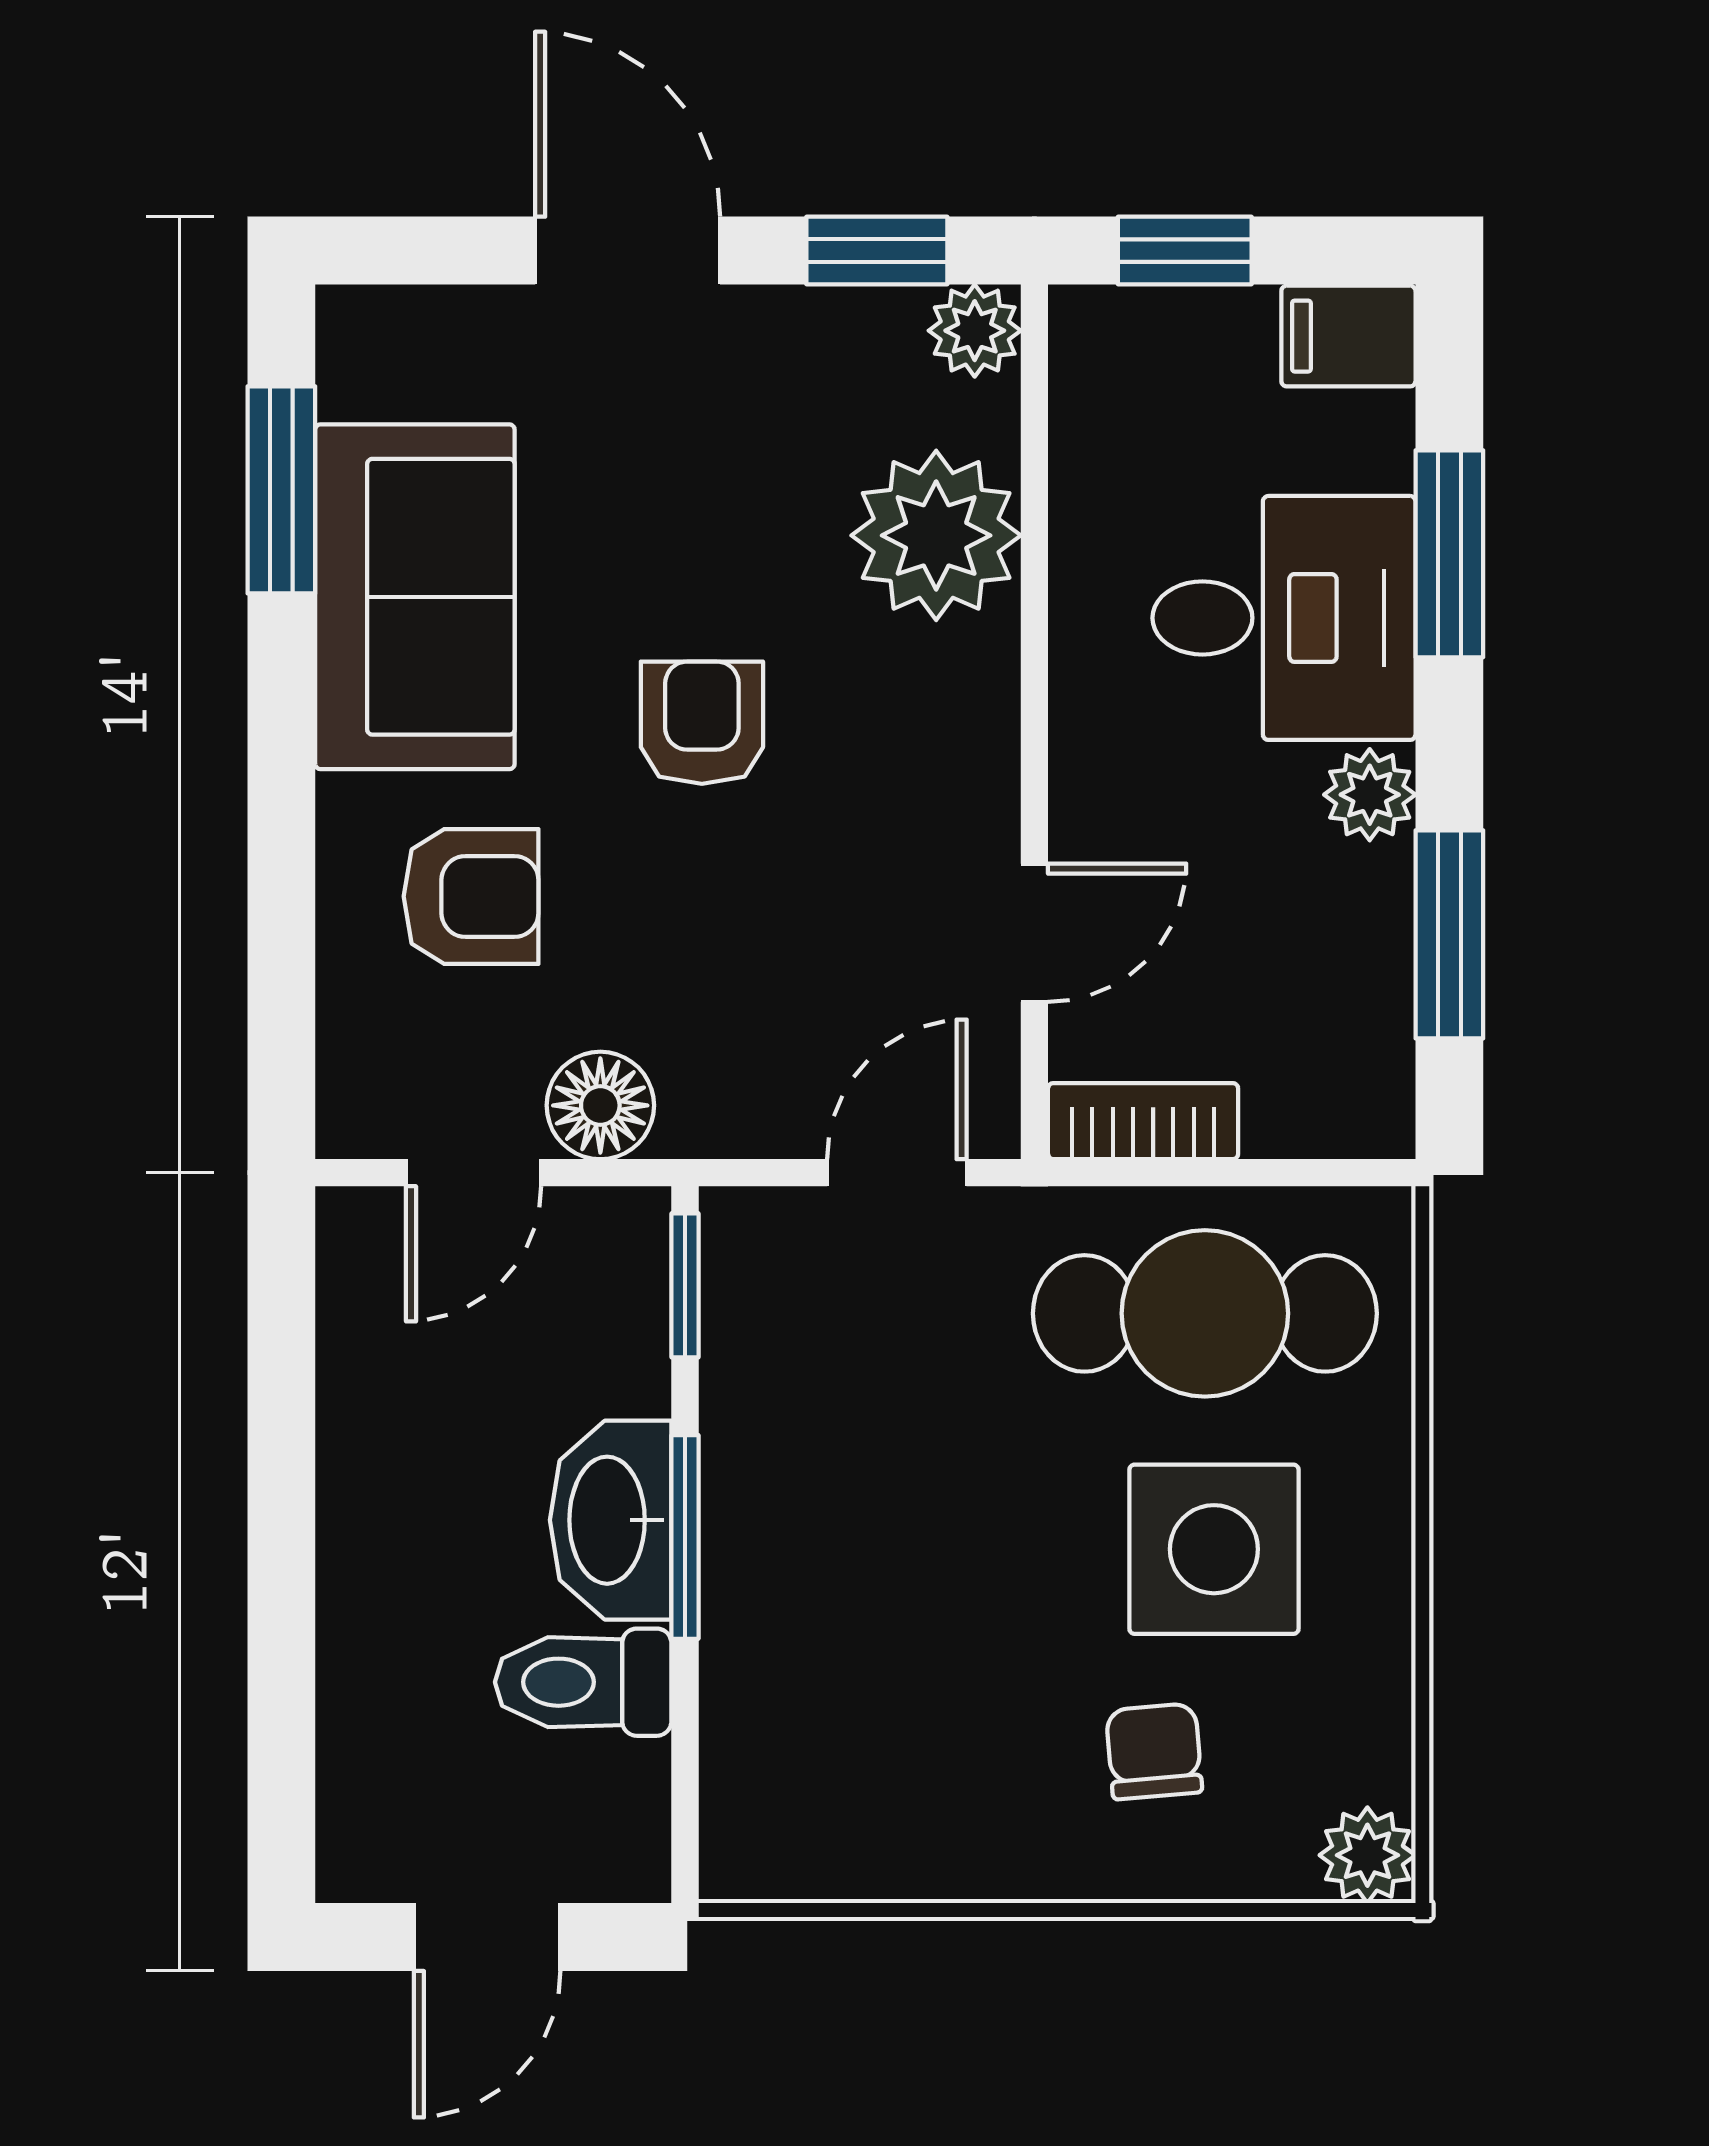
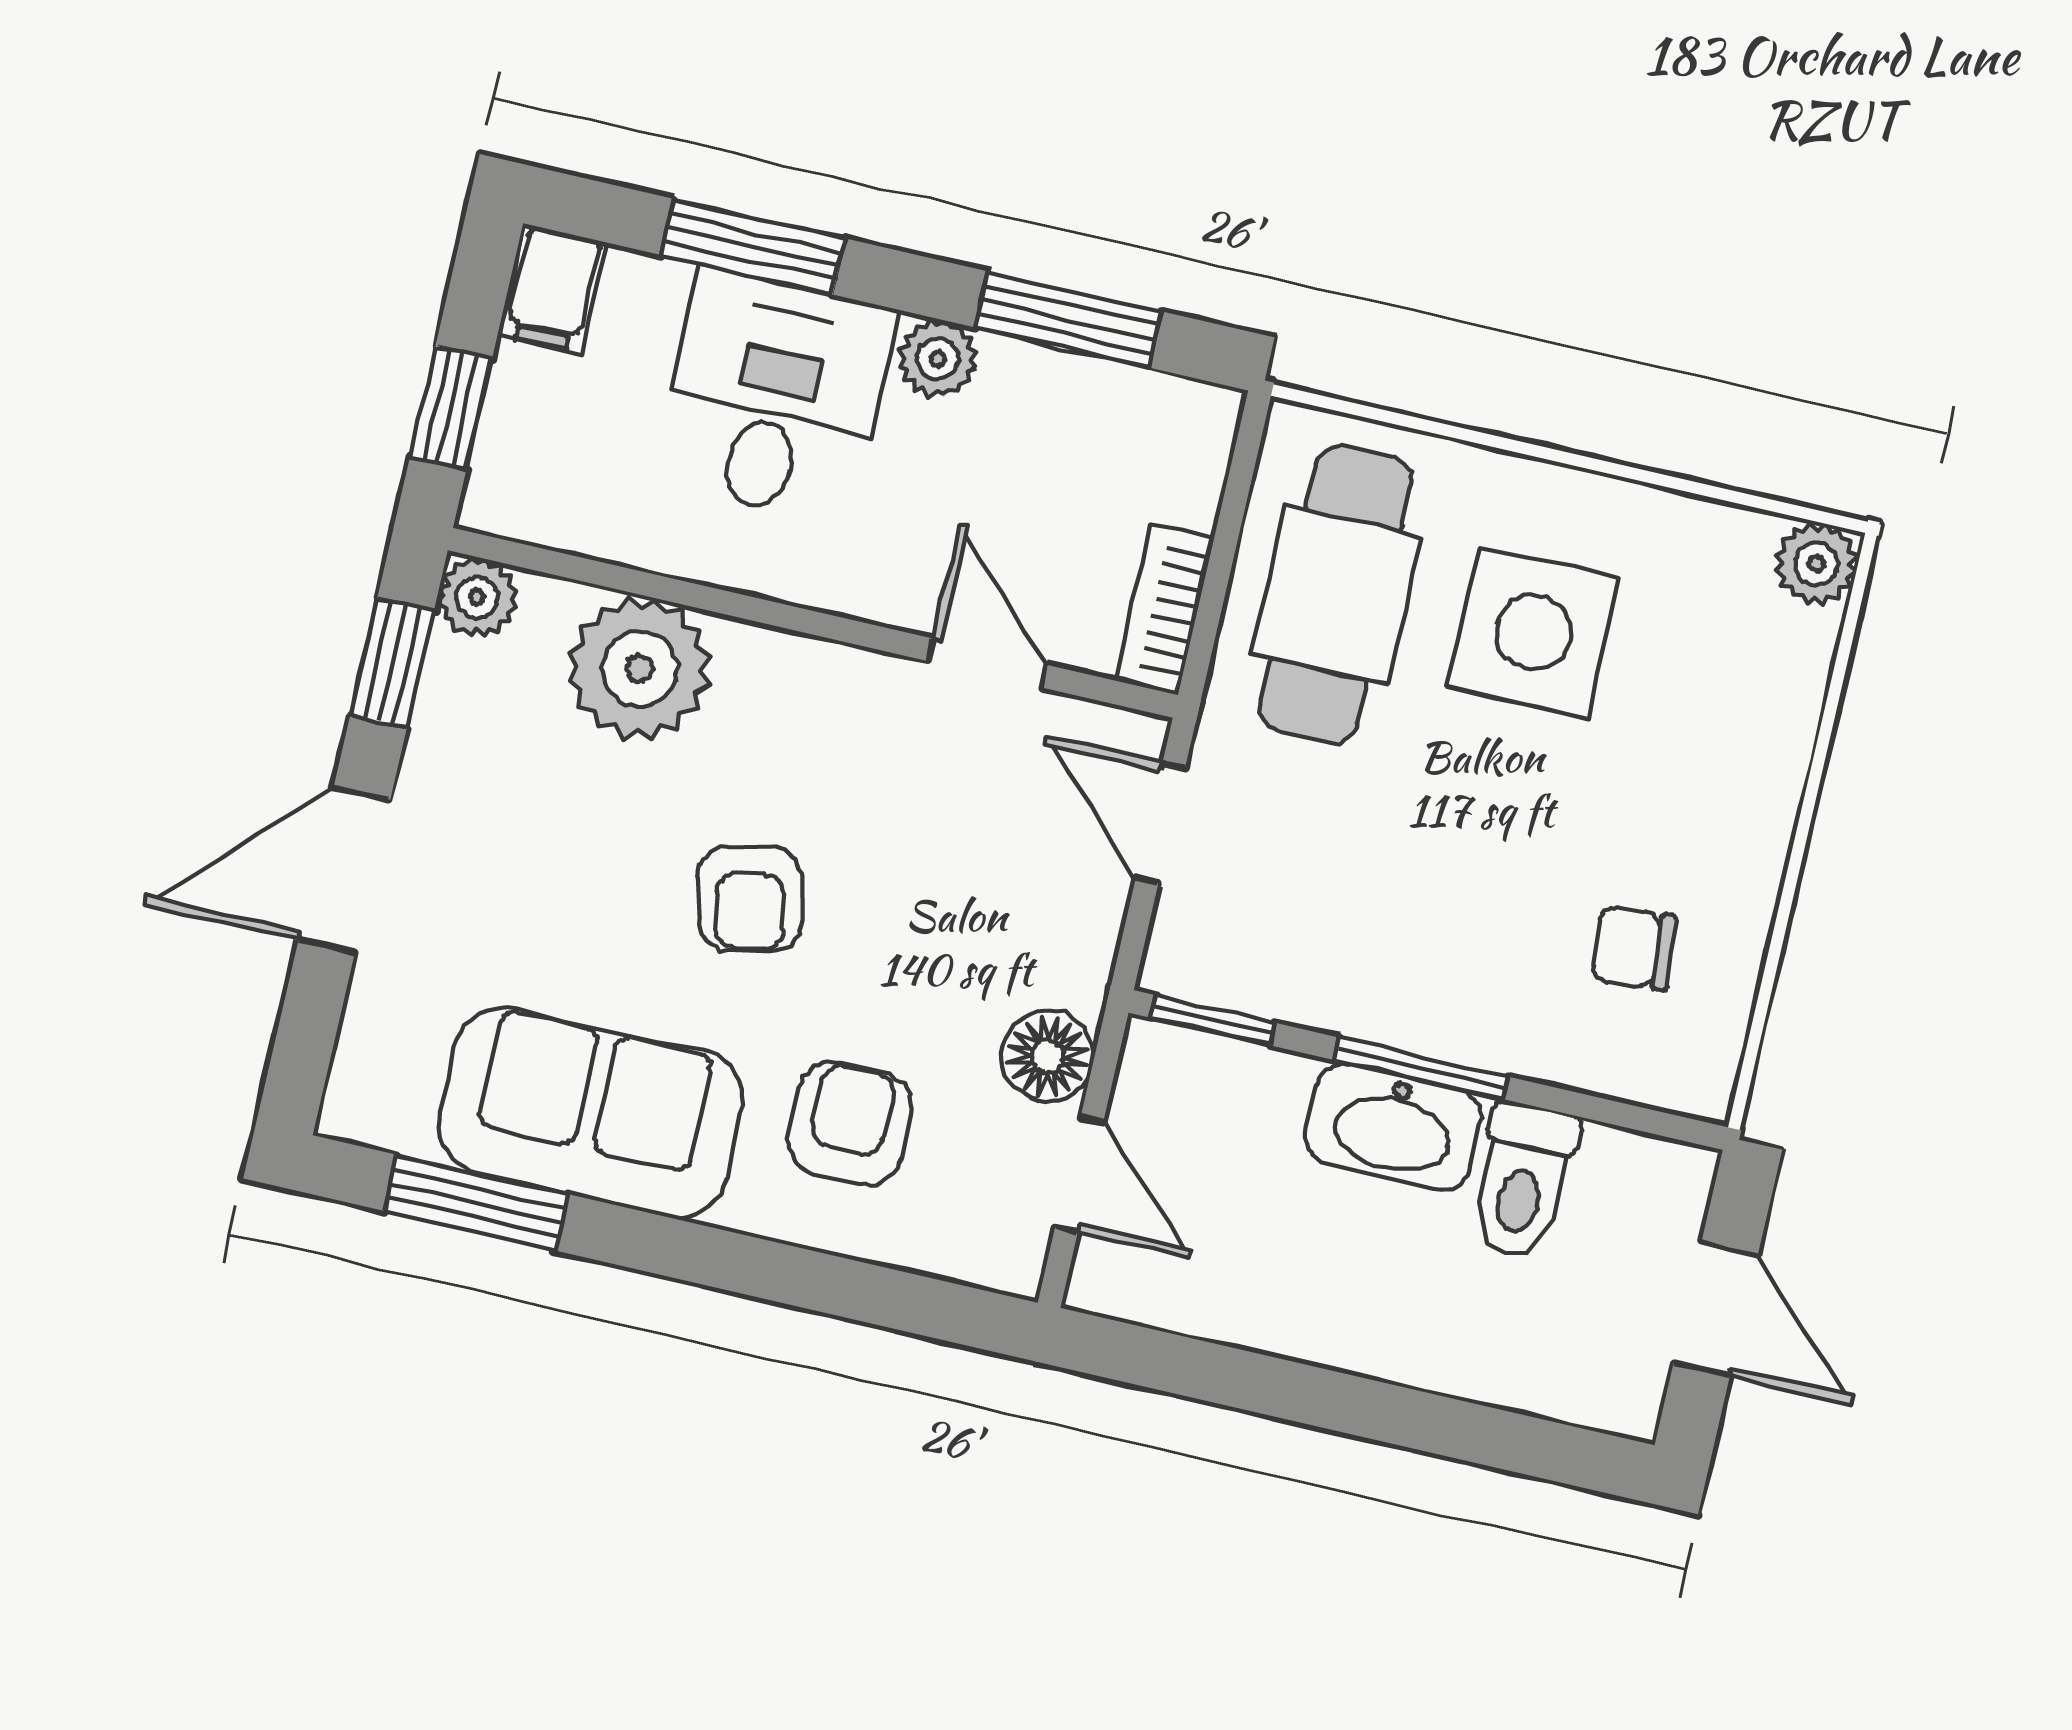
armchair: (702, 723) -> (750, 899), turned -103
chair: (1154, 1751) -> (1634, 948), moved

